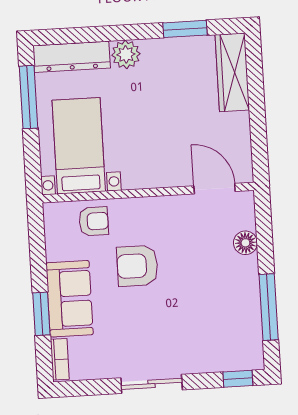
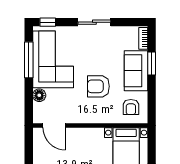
armchair: (94, 221) -> (131, 107), moved, turned -90
armchair: (137, 266) -> (98, 86), turned 180
corner sofa: (224, 311) -> (53, 59), added

